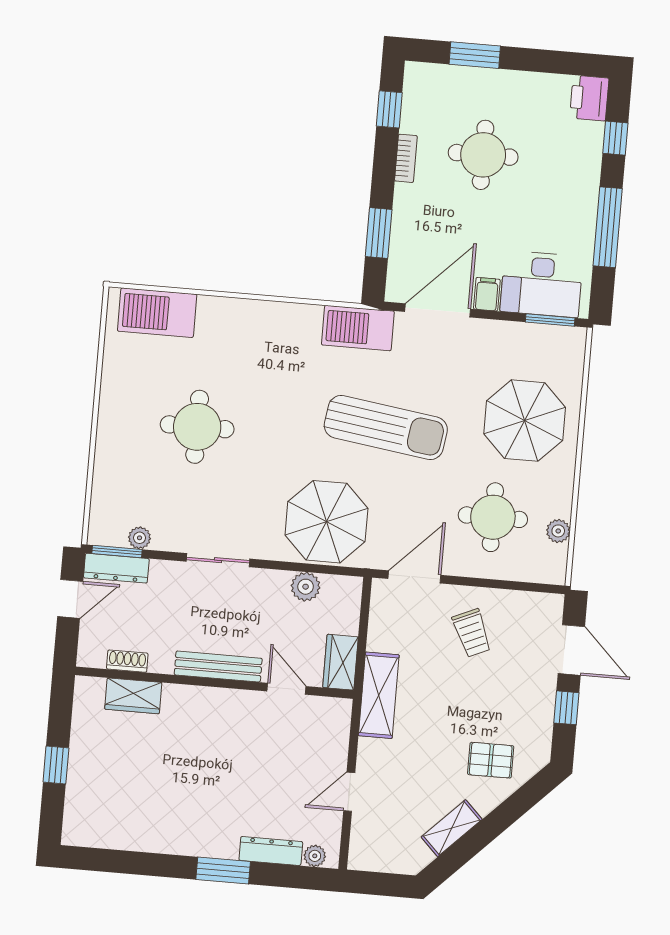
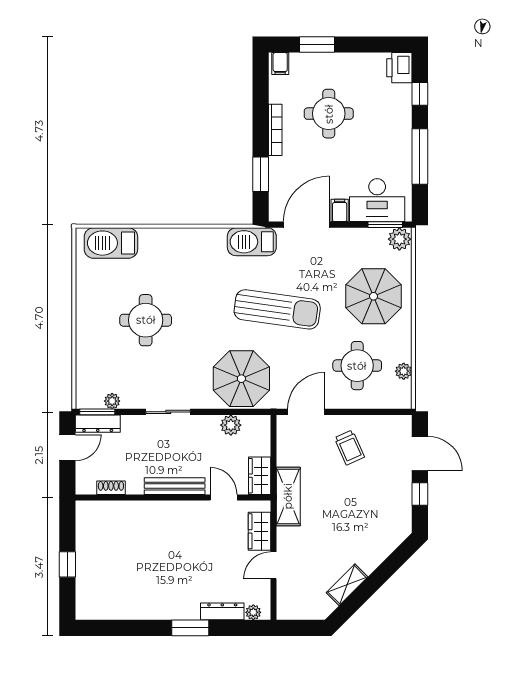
filing cabinet: (420, 78) -> (280, 64), added
window: (389, 109) -> (261, 87), removed
bookcase: (406, 158) -> (275, 130), width x1.56
plant: (569, 342) -> (399, 239), added
wardrobe: (133, 696) -> (259, 531), moved, turned 90
pallet: (491, 760) -> (370, 535), removed

